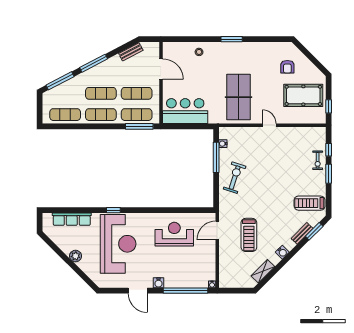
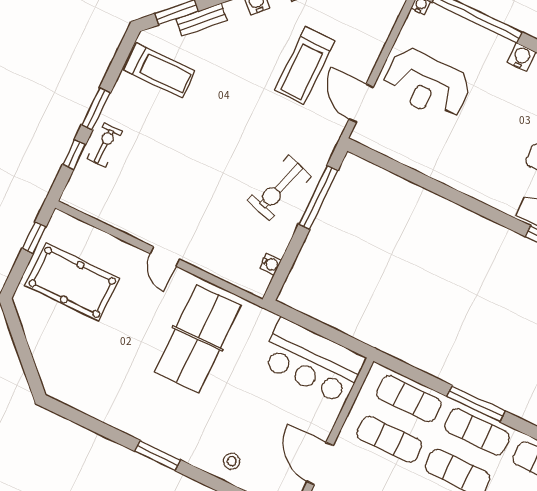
armchair: (287, 67) -> (76, 352), removed
window: (139, 126) -> (476, 404), moved
window: (216, 157) -> (318, 197), moved
door: (217, 230) -> (361, 103), swing flipped
reception desk: (174, 234) -> (427, 84), moved
treadmill: (249, 235) -> (305, 65), turned 180

